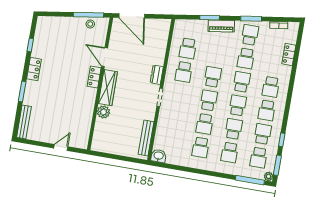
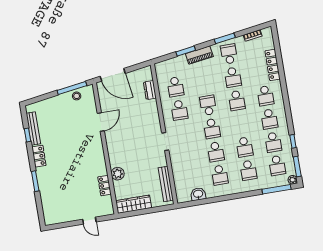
locker: (289, 55) -> (273, 65), width x1.53
door: (105, 57) -> (101, 122), swing flipped
dresser: (157, 75) -> (150, 90), moved
locker: (94, 77) -> (104, 186), moved
school desk: (242, 82) -> (237, 100), turned 180
wardrobe: (108, 88) -> (134, 204), moved, turned -90
school desk: (209, 100) -> (212, 129), turned 180
school desk: (238, 105) -> (241, 124), removed
bench: (24, 122) -> (33, 129), moved
school desk: (234, 129) -> (245, 147), turned 180
school desk: (263, 134) -> (273, 142), turned 180
door: (61, 147) -> (89, 221), swing flipped
washbasin: (159, 156) -> (198, 194), moved

